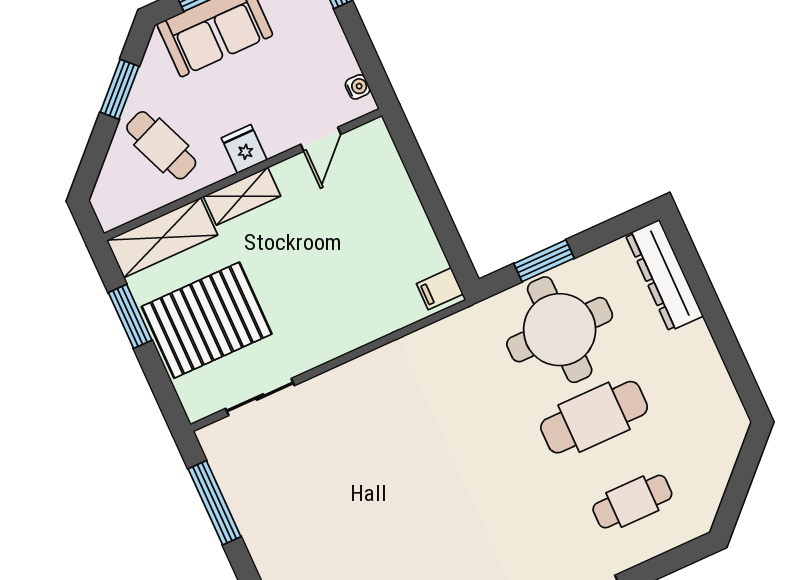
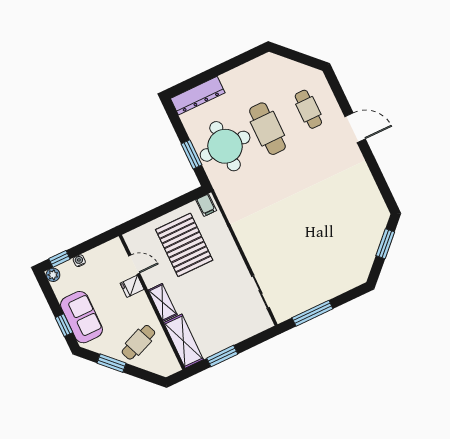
water cooler: (358, 87) -> (79, 261), moved
fridge: (244, 149) -> (132, 286), moved
pallet: (207, 320) -> (184, 245), moved

